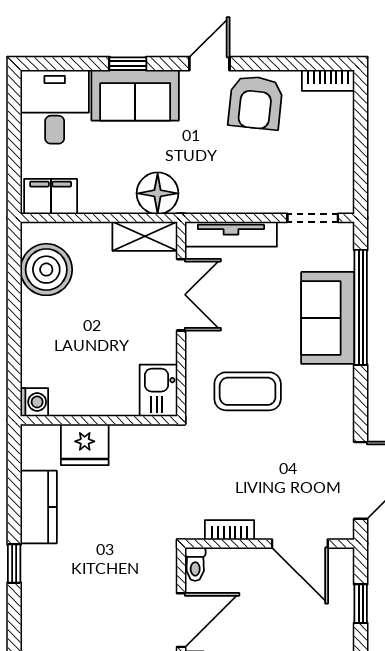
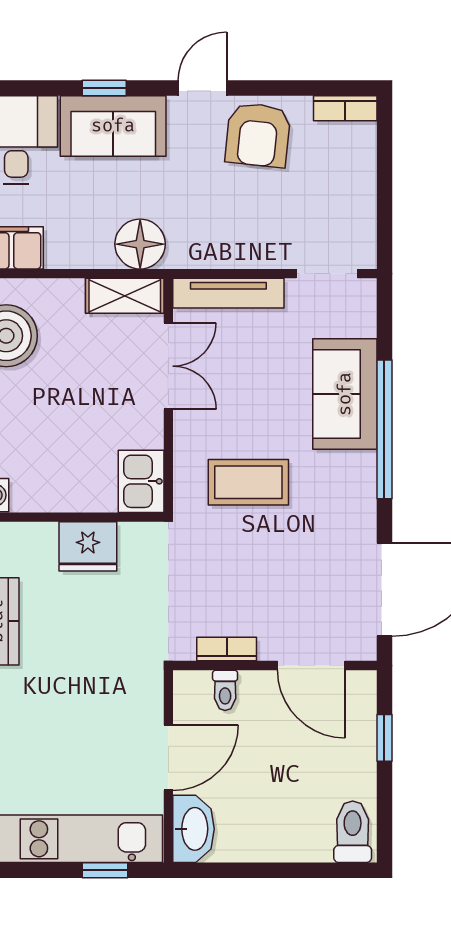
window: (361, 307) -> (384, 429), moved
fridge: (85, 445) -> (88, 546), moved
toilet: (195, 564) -> (225, 690), moved

